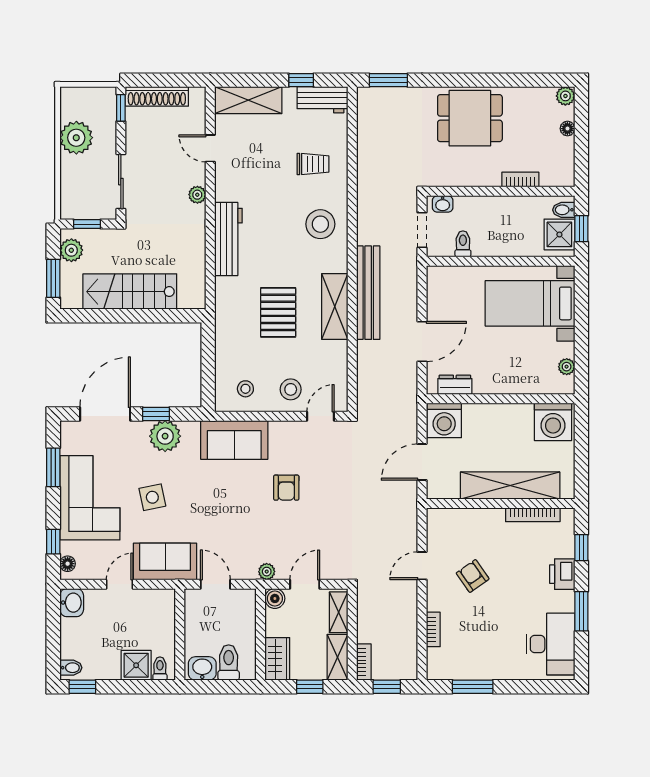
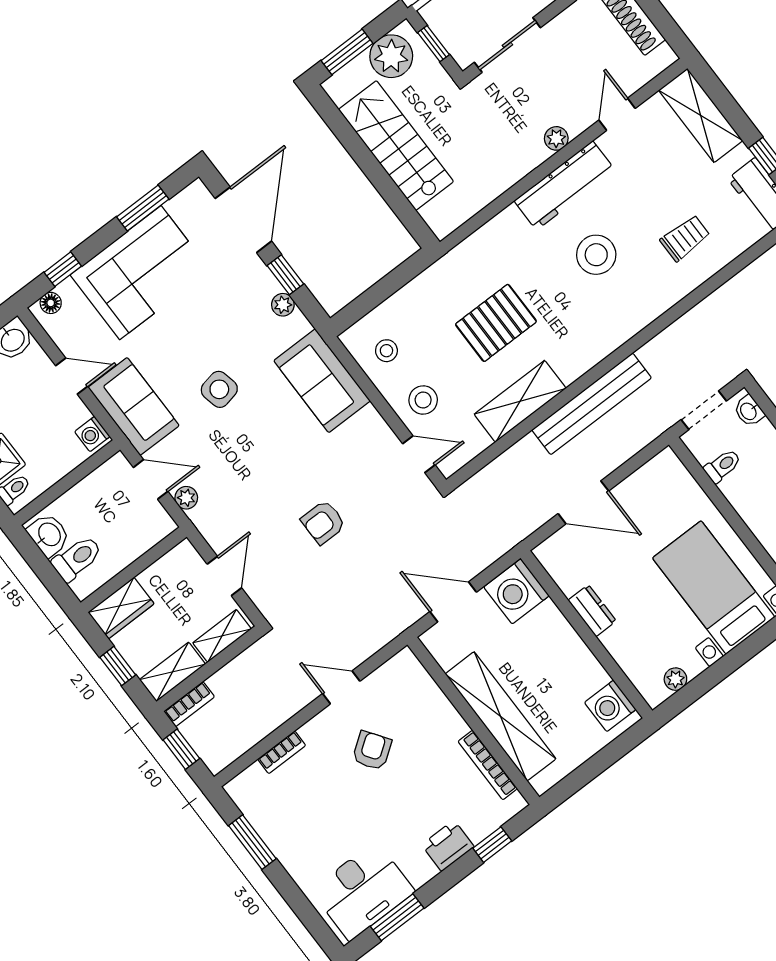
trolley: (313, 164) -> (685, 238), turned -90
stool: (320, 224) -> (596, 255), moved
workbench: (228, 239) -> (565, 185), moved
plant: (71, 250) -> (391, 56), width x1.36, depth x1.36
shelving: (335, 307) -> (520, 401), moved
dresser: (455, 385) -> (592, 611), moved
door: (105, 414) -> (243, 220), hinge flipped
washing machine: (553, 422) -> (610, 706), width x0.73, depth x0.73
plant: (165, 436) -> (283, 305), width x0.53, depth x0.53
armchair: (286, 488) -> (323, 522), moved
side table: (152, 497) -> (219, 389), moved
plant: (267, 572) -> (186, 498), moved
door: (215, 584) -> (151, 479), hinge flipped
door: (305, 584) -> (224, 576), hinge flipped
washing machine: (163, 598) -> (92, 434), added
boiler: (275, 598) -> (184, 556), removed
window: (581, 611) -> (397, 917), moved

